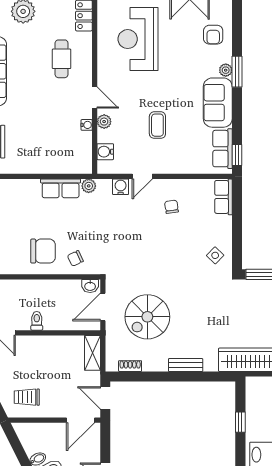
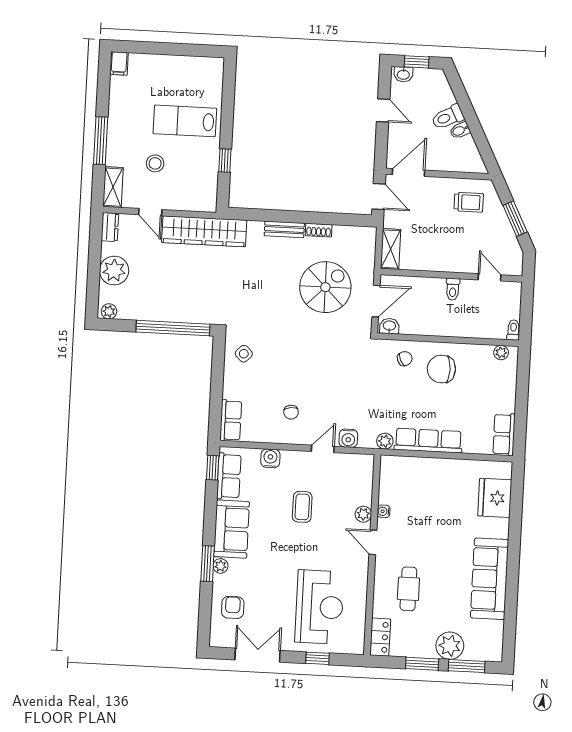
water cooler: (105, 152) -> (270, 458), moved, turned -90
row of seats: (61, 188) -> (428, 441), width x1.48
shoe rack: (130, 366) -> (319, 230), moved

